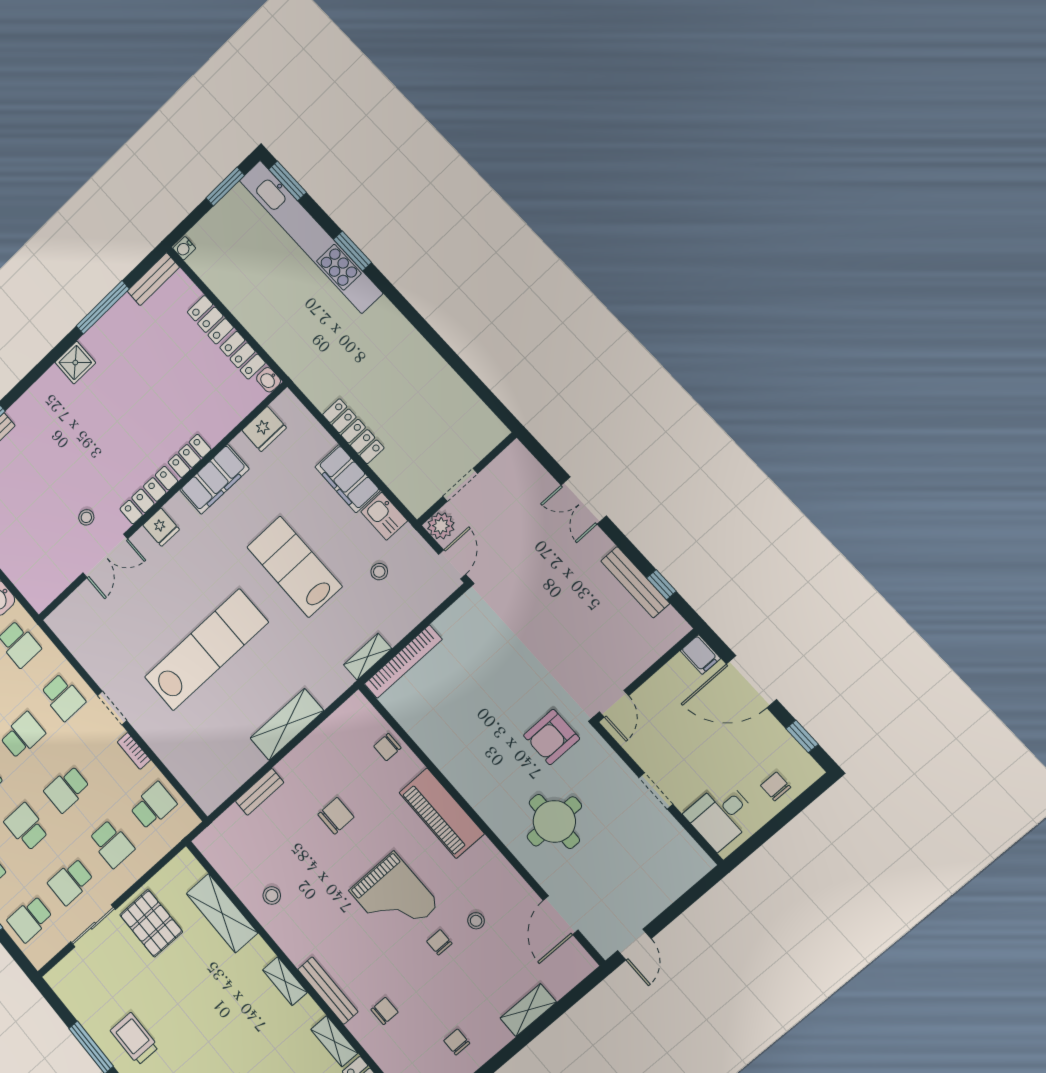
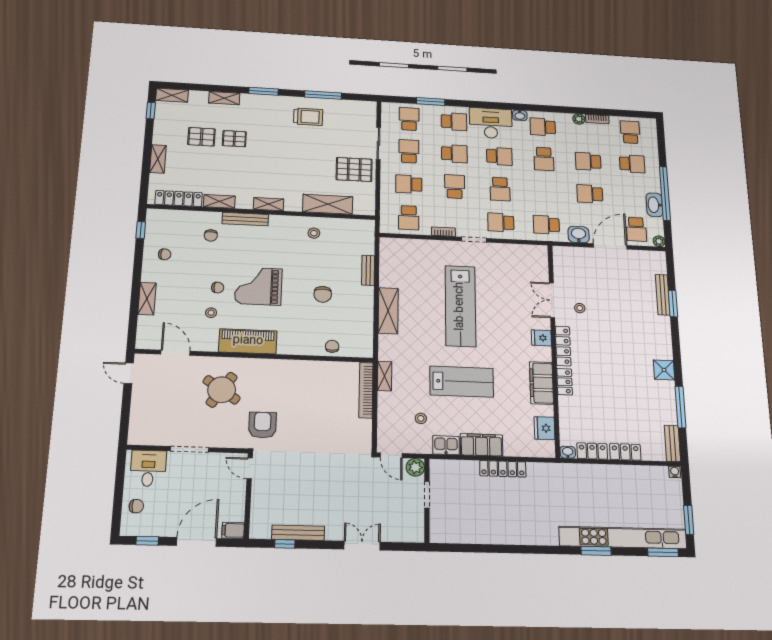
doorway: (656, 791) -> (189, 449), width x1.38
piano: (442, 813) -> (248, 341), moved
round table: (554, 821) -> (222, 390), turned 34

